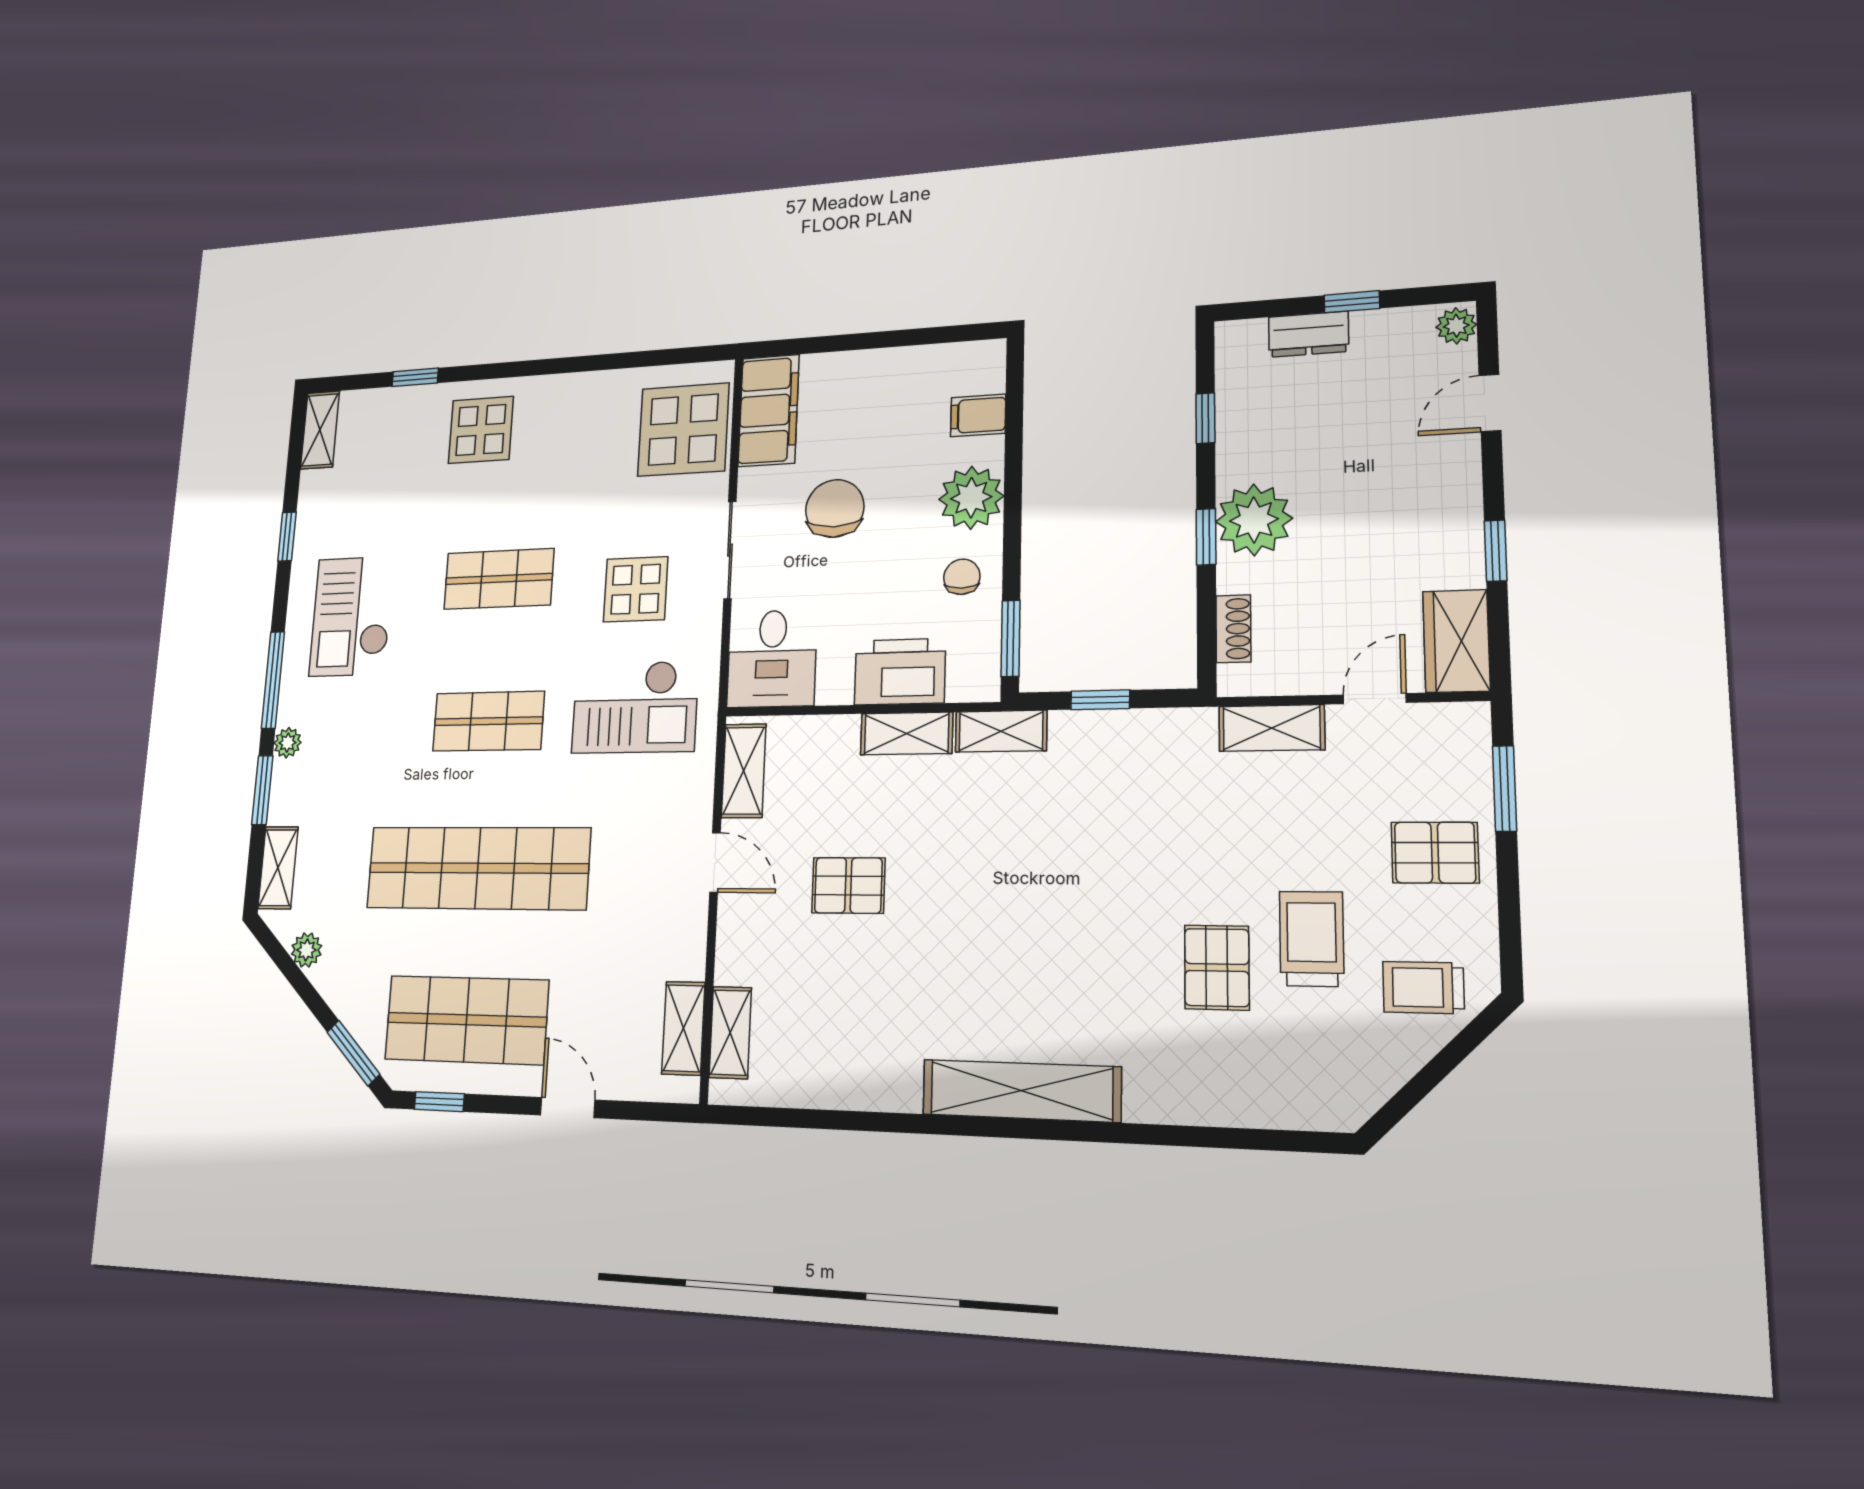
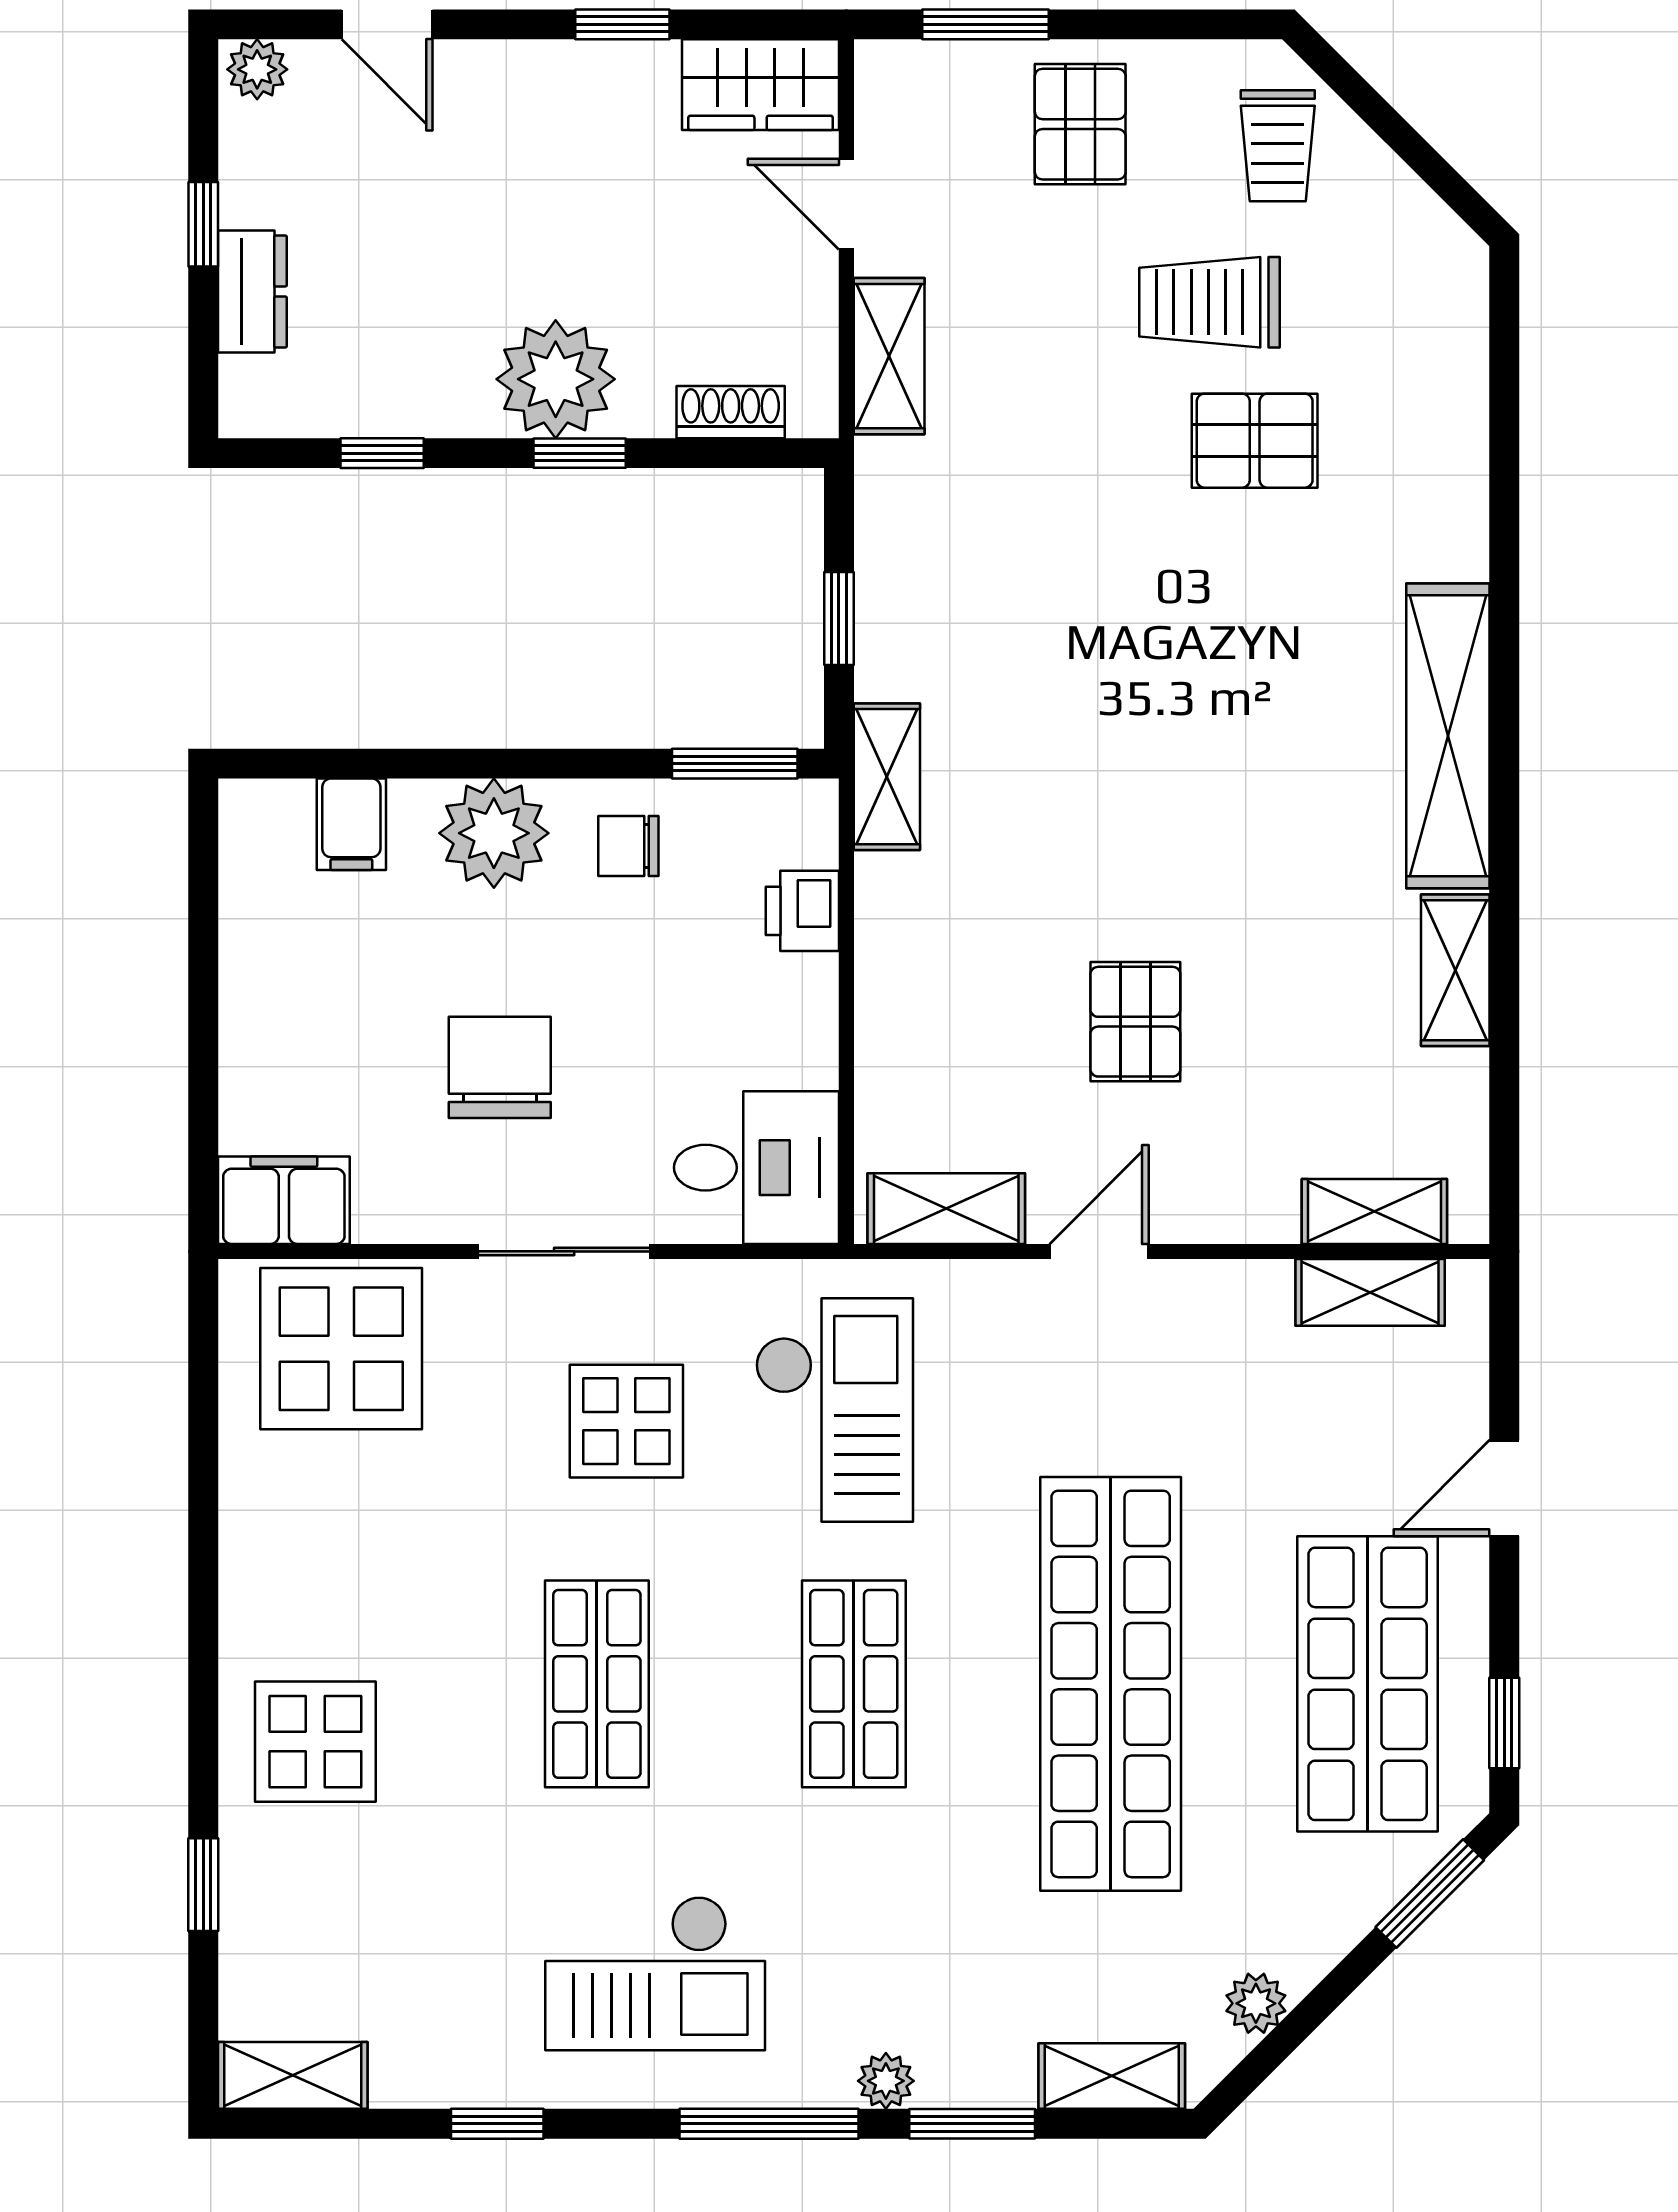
filing cabinet: (769, 410) -> (284, 1200), width x0.67, depth x0.86
chair: (835, 508) -> (500, 1067), turned 90
printer: (900, 672) -> (802, 911), width x0.53, depth x0.68
shelving: (907, 733) -> (1455, 970), moved

